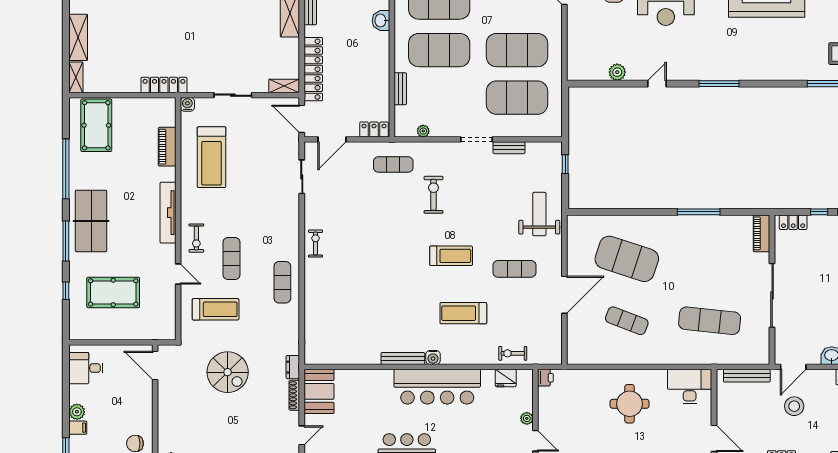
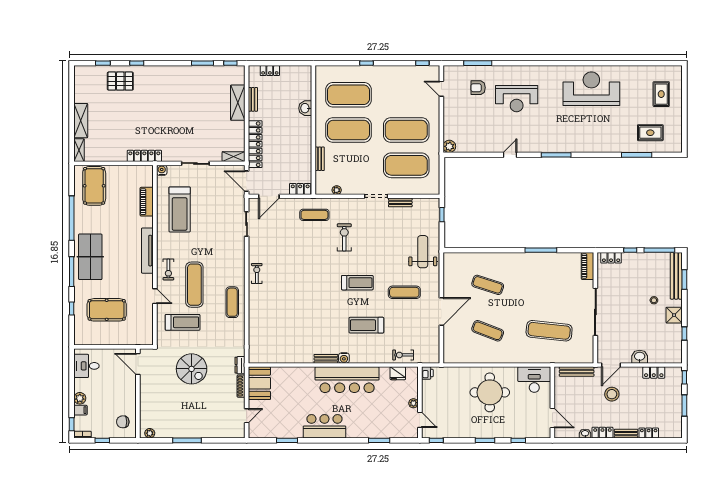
plant: (617, 72) -> (449, 146), moved
exercise mat: (231, 259) -> (194, 285), width x1.36, depth x1.45
exercise mat: (627, 259) -> (488, 285), width x0.50, depth x0.69
bench: (403, 358) -> (326, 359), width x0.73
round table: (630, 404) -> (490, 392), width x1.36, depth x1.36

